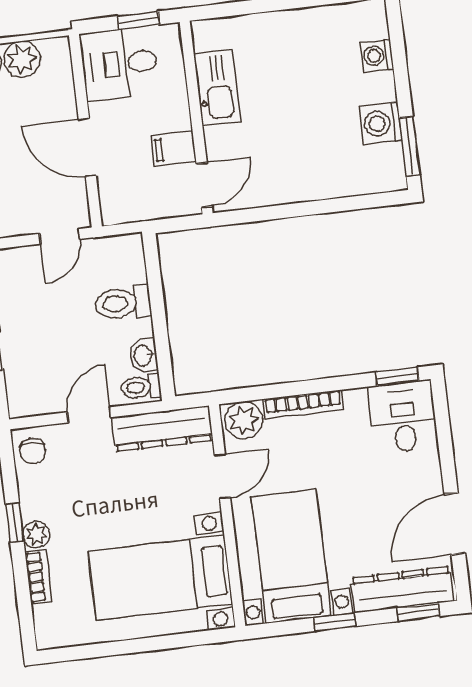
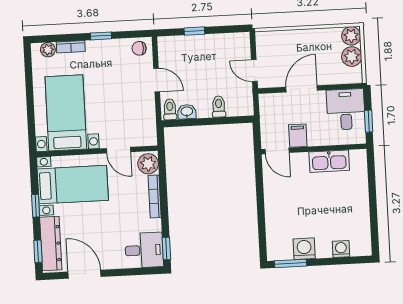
toilet: (123, 303) -> (219, 107), width x0.73, depth x0.72
dresser: (162, 429) -> (147, 119), removed
plant: (36, 535) -> (48, 50), moved

